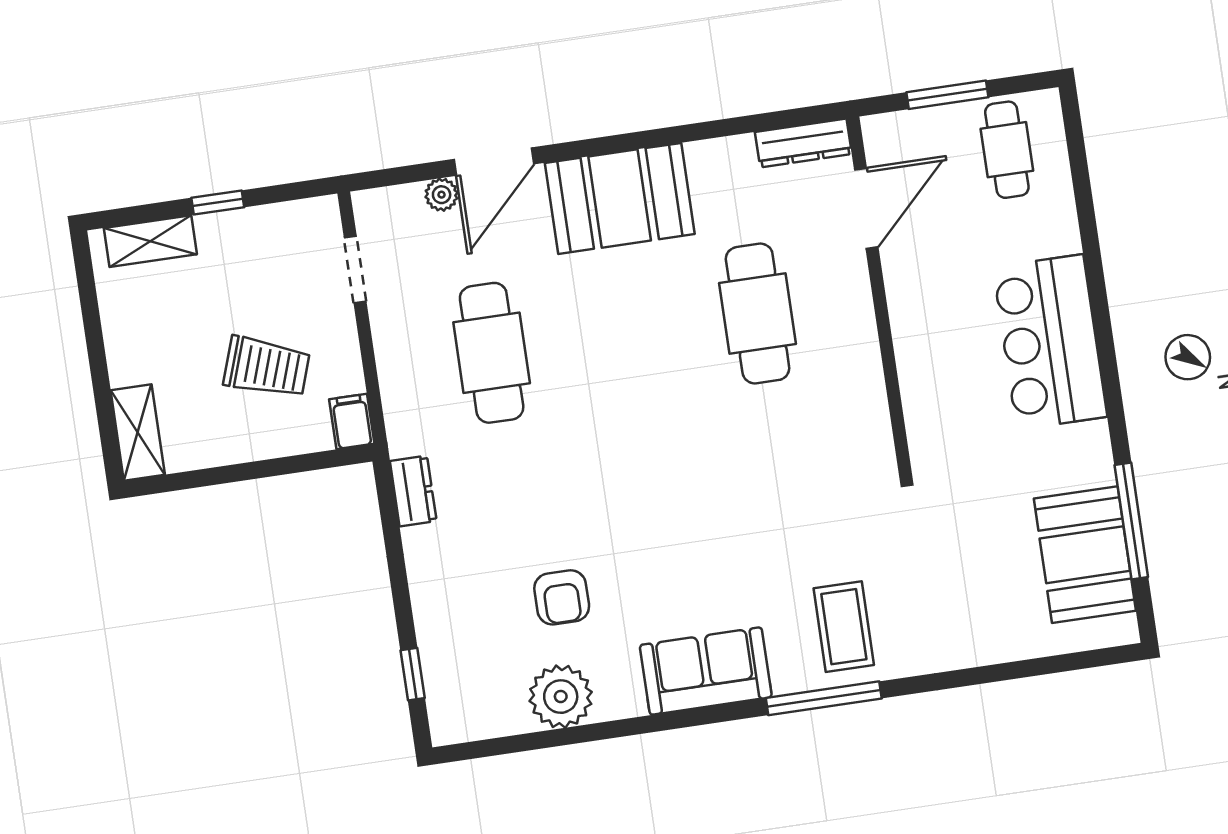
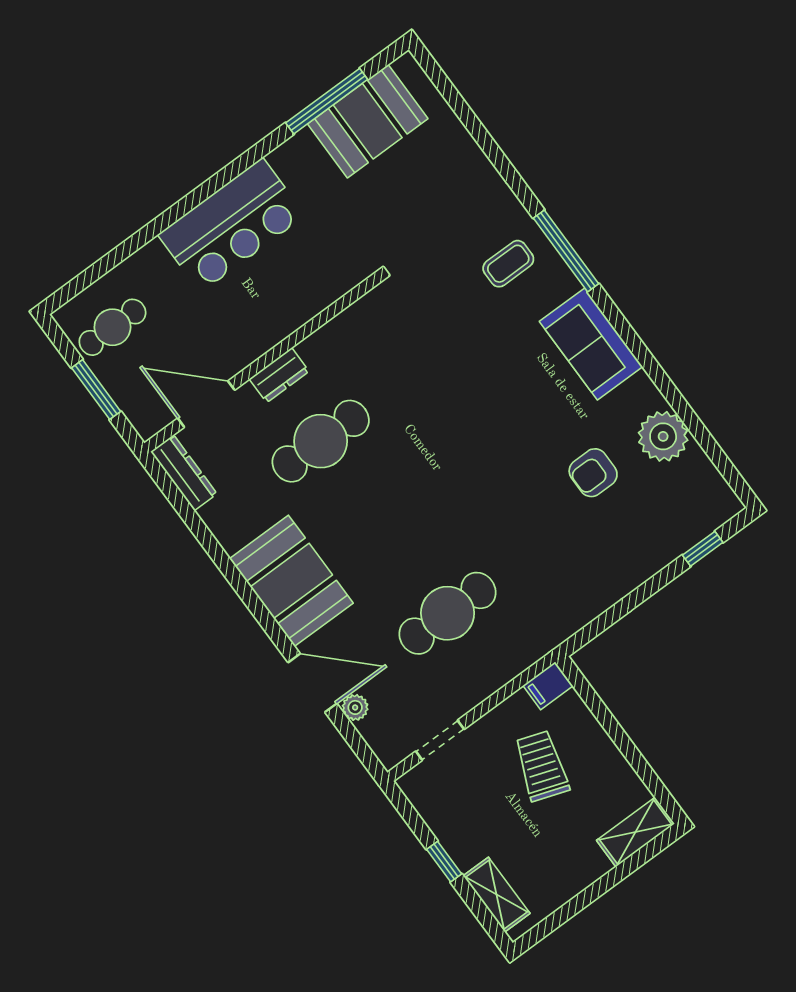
dresser: (413, 491) -> (279, 375), moved, turned 180
armchair: (562, 597) -> (593, 473), turned 180
coffee table: (844, 627) -> (508, 264), width x0.73, depth x0.77

